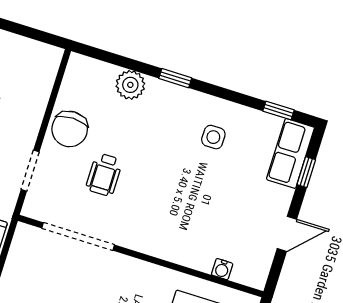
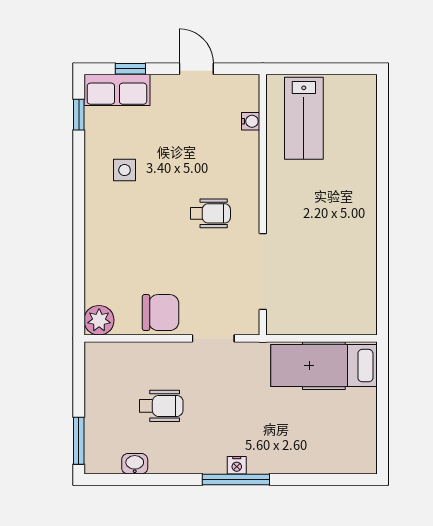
window: (175, 78) -> (79, 225), removed
plant: (130, 85) -> (99, 320), moved
wheelchair: (104, 175) -> (210, 213), moved

